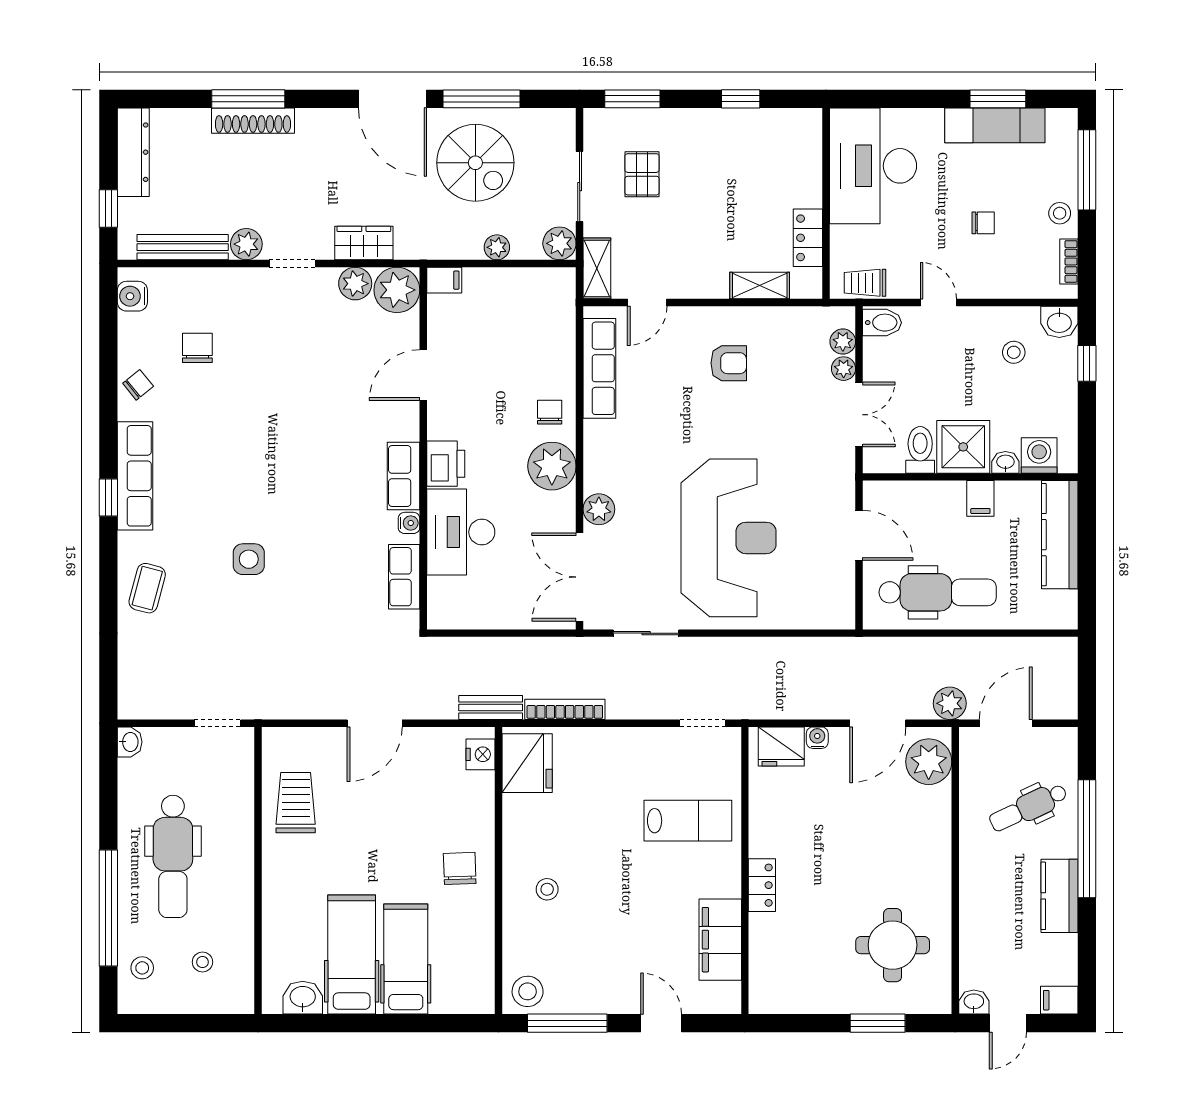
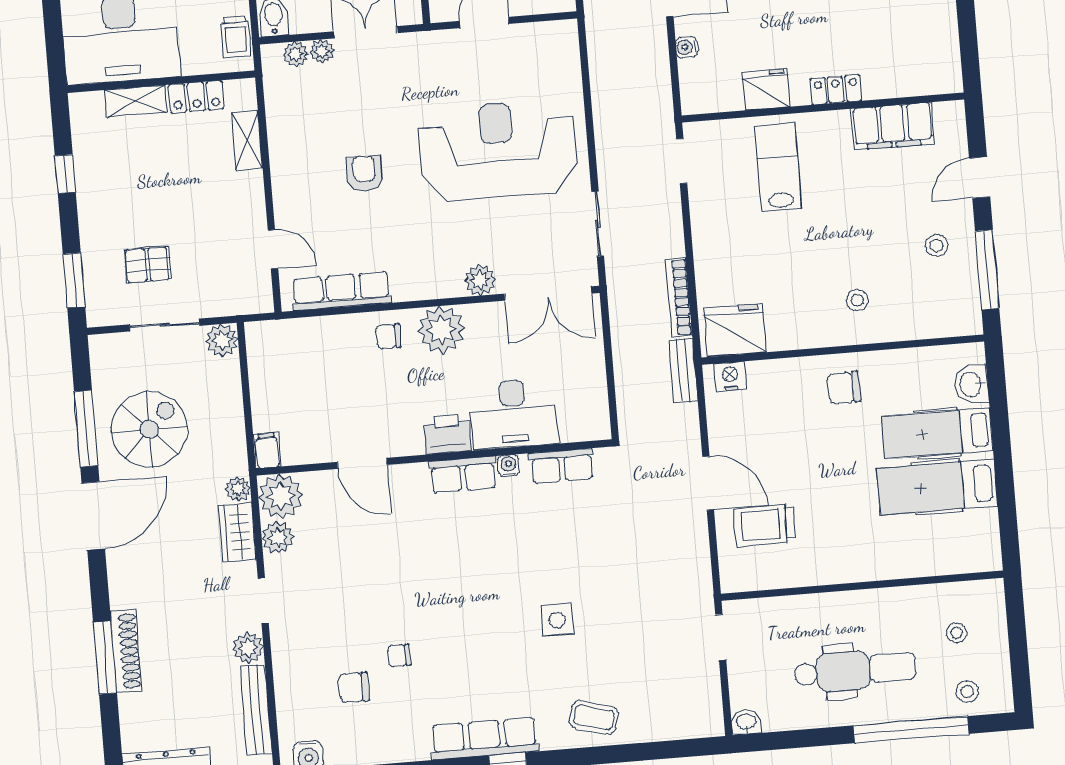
plant: (497, 247) -> (238, 489), moved
shelving: (597, 268) -> (136, 101), moved
armchair: (729, 363) -> (364, 174), moved
chair: (138, 385) -> (399, 656), moved, turned -51
fridge: (781, 747) -> (766, 89), moved, turned -90
trolley: (296, 803) -> (764, 525), moved
stool: (528, 991) -> (937, 246), moved, width x0.73, depth x0.73
washbasin: (303, 998) -> (971, 384), moved

